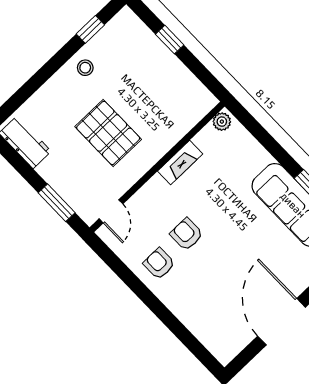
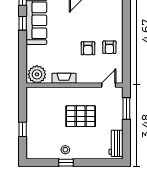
window: (90, 29) -> (66, 163), moved
plant: (222, 122) -> (37, 74), width x1.88, depth x1.88
pallet: (108, 133) -> (81, 116), turned 90

